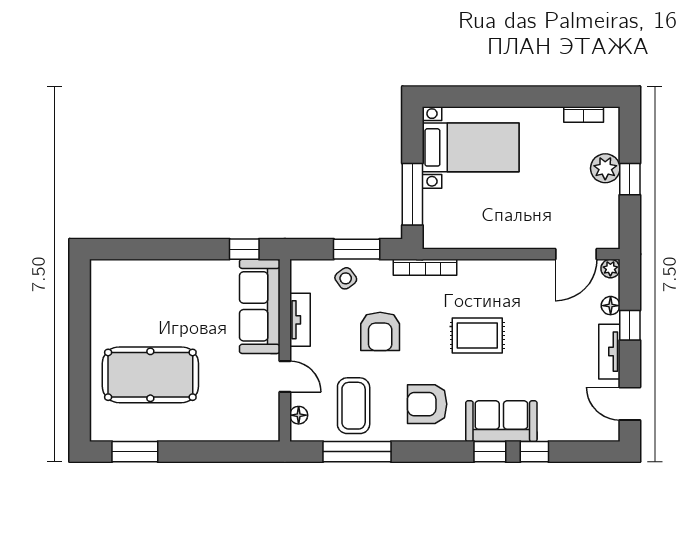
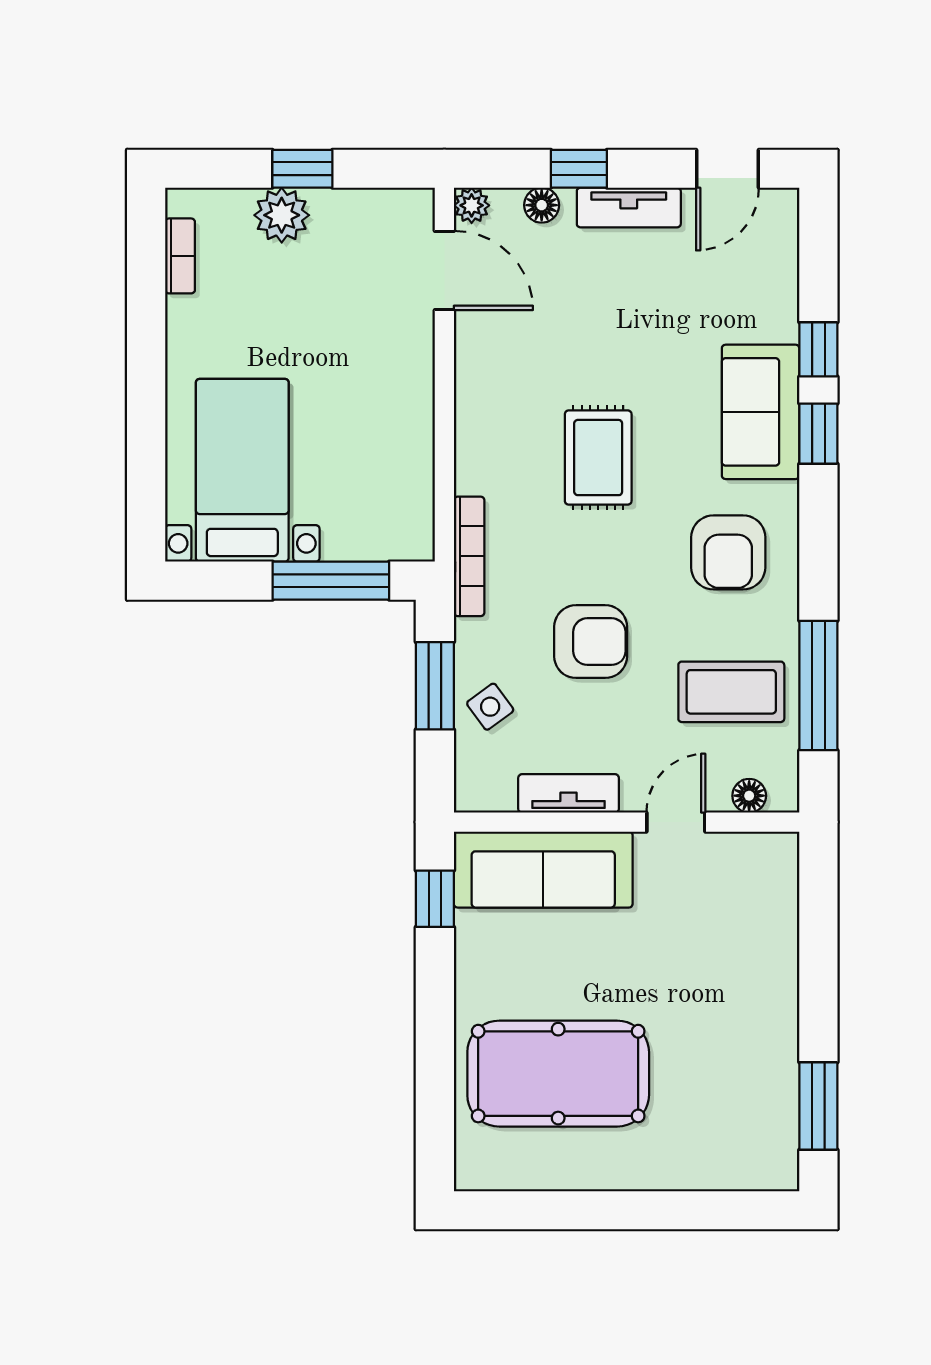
pool table: (150, 375) -> (558, 1074), moved, turned 90

